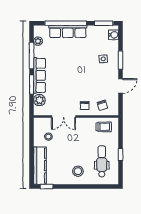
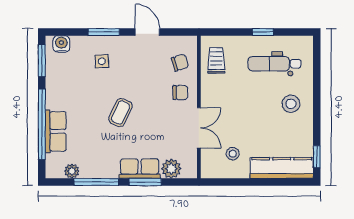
row of seats: (68, 31) -> (56, 131), width x0.68
coffee table: (73, 70) -> (120, 113), added
row of seats: (39, 75) -> (139, 169), width x0.68

